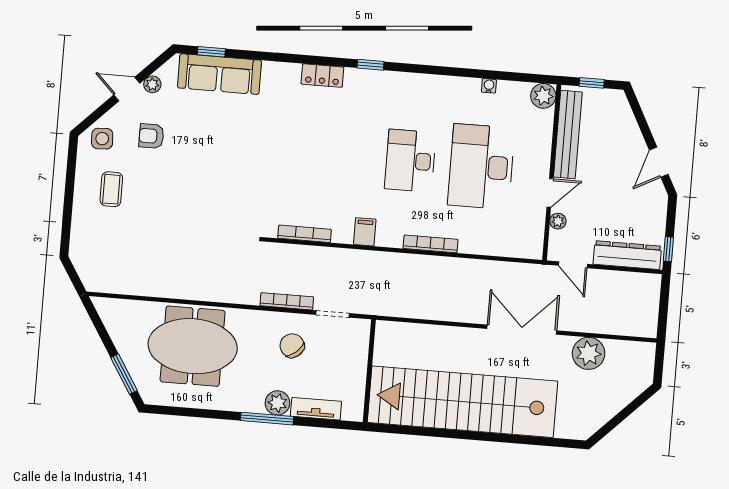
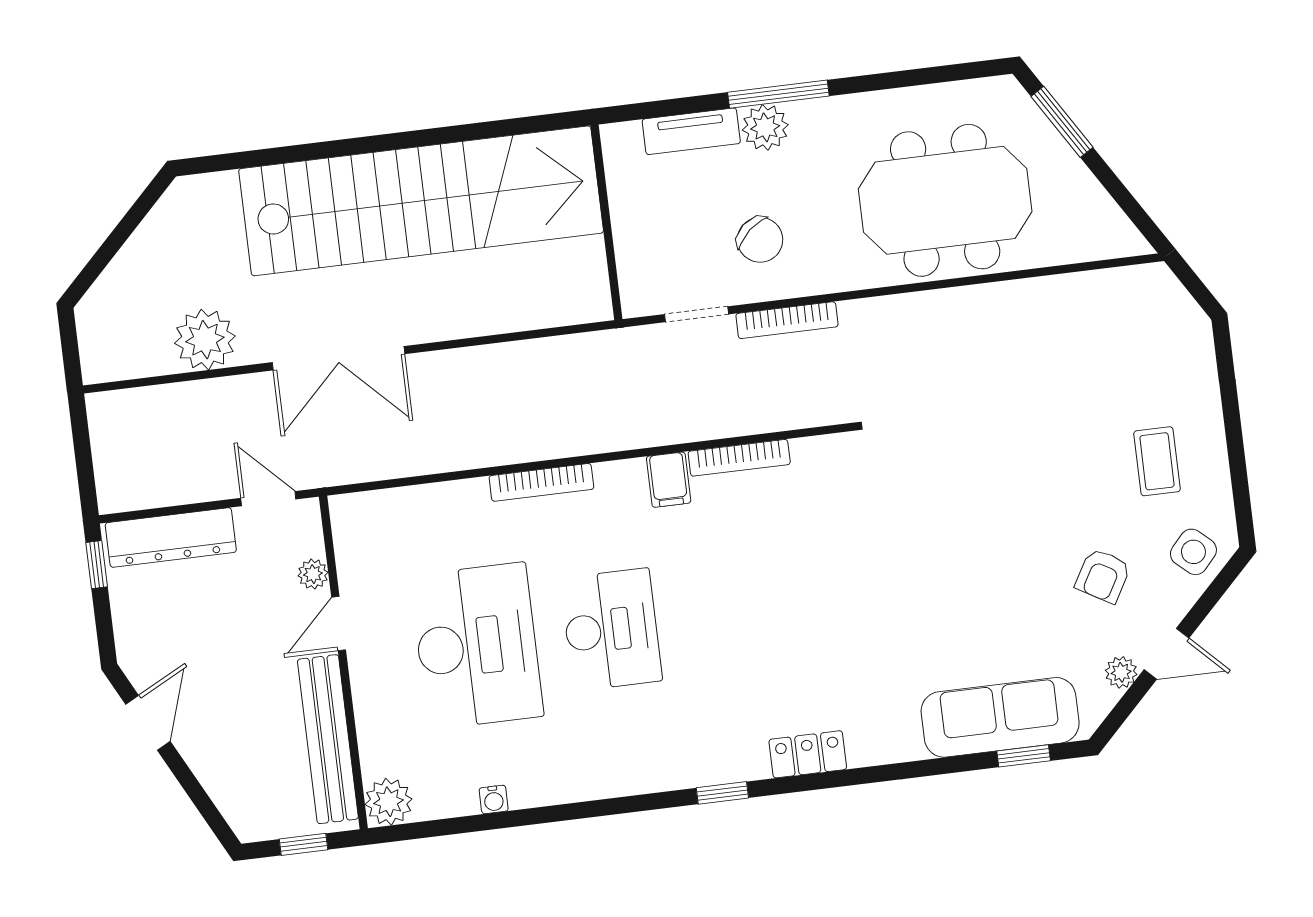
armchair: (151, 136) -> (1103, 576), turned 120
side table: (102, 139) -> (1193, 552), turned 45
bookcase: (305, 234) -> (739, 458), moved

